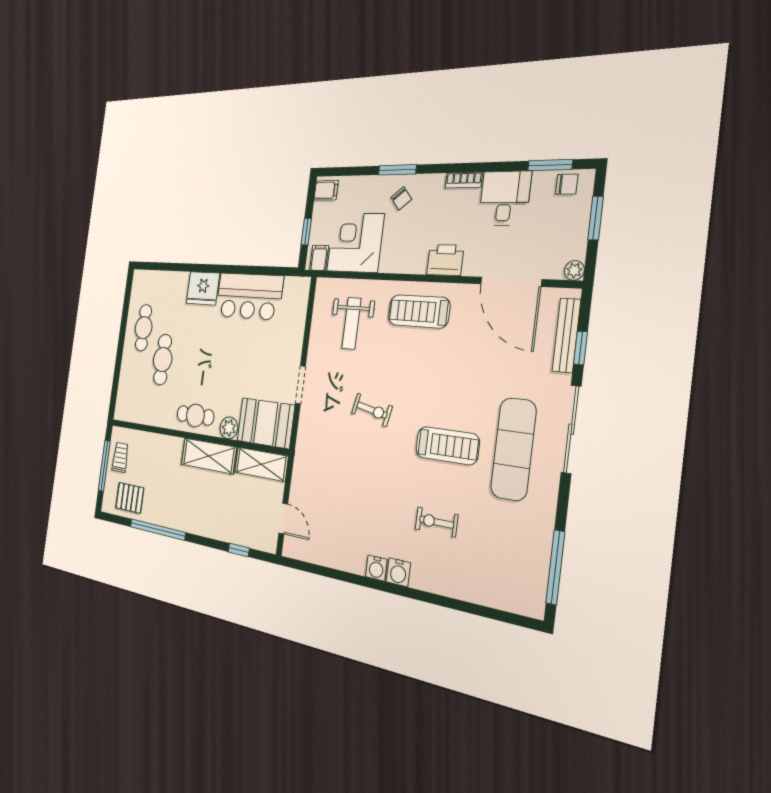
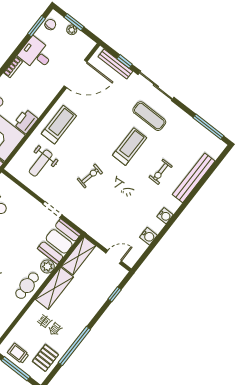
printer: (445, 260) -> (26, 121), moved
plant: (574, 270) -> (72, 30), moved
treadmill: (419, 311) -> (59, 125), turned 180
weight bench: (351, 323) -> (41, 163), turned 90
exercise mat: (513, 449) -> (149, 116), width x0.73, depth x0.69
water cooler: (398, 572) -> (148, 236), moved
bench: (457, 586) -> (194, 178), added

